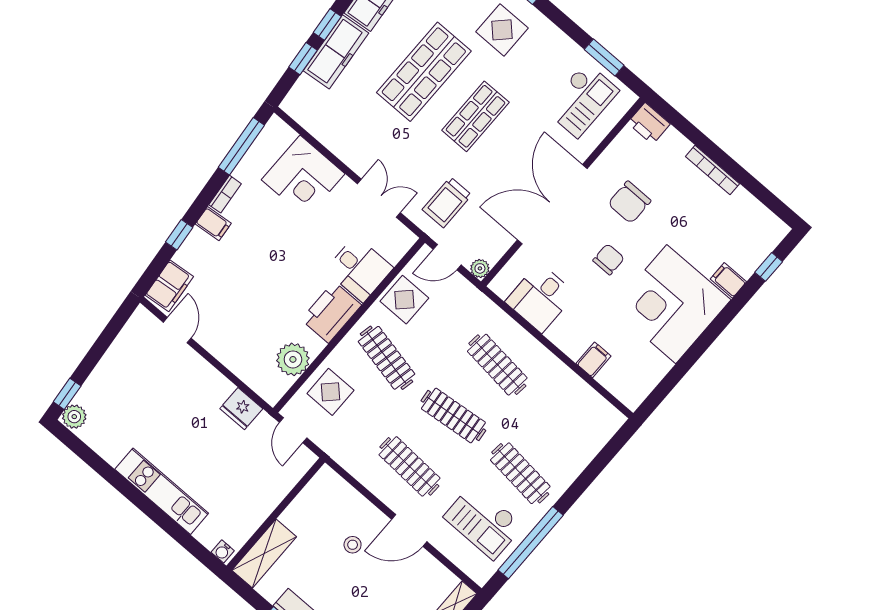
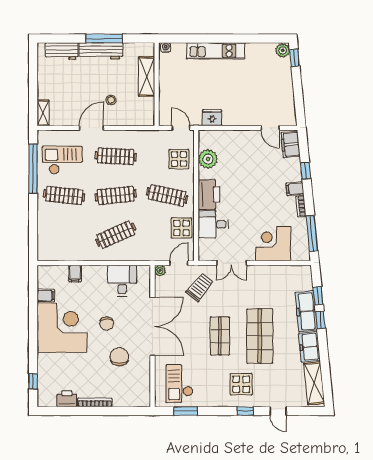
printer: (649, 123) -> (67, 399), moved
trolley: (447, 202) -> (200, 287), turned 39
filing cabinet: (728, 280) -> (46, 296), moved
clothes rail: (497, 365) -> (116, 235), turned -30
shelving: (264, 553) -> (147, 77), moved

